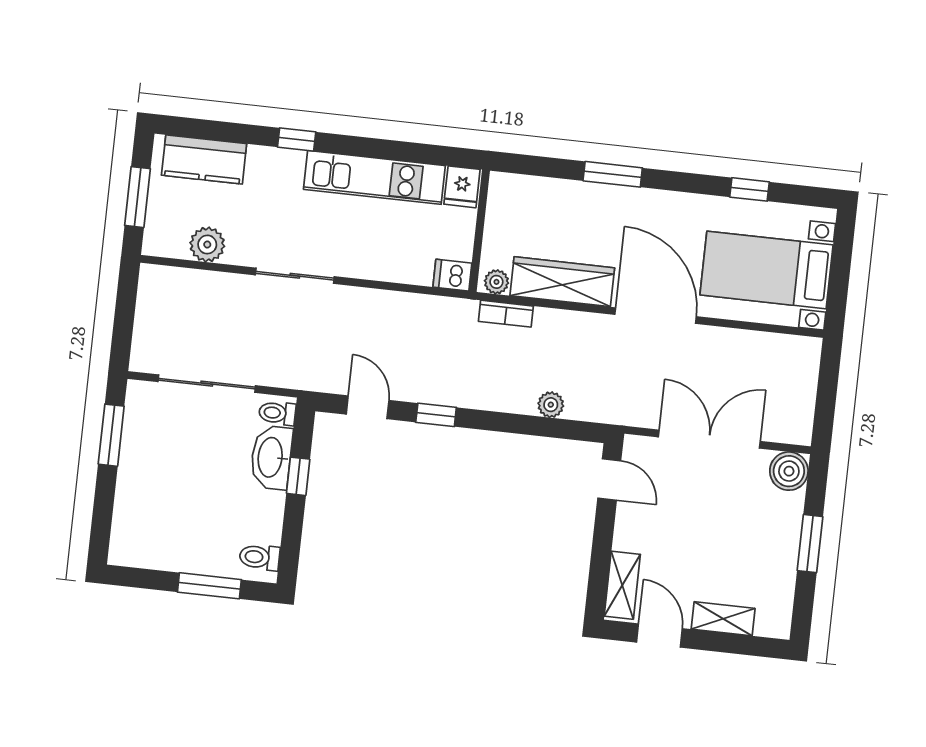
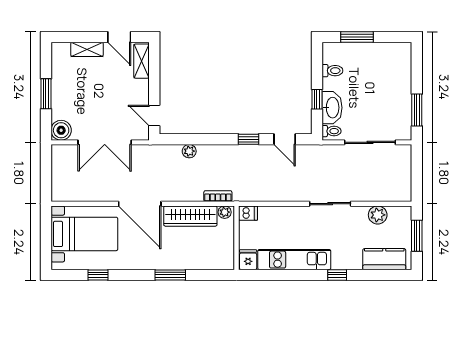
toilet: (260, 557) -> (332, 71), moved

